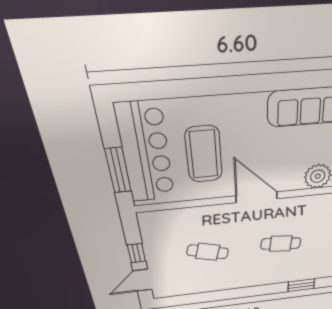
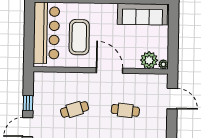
window: (118, 170) -> (29, 42), removed
cafe table: (208, 252) -> (75, 109), turned -33

